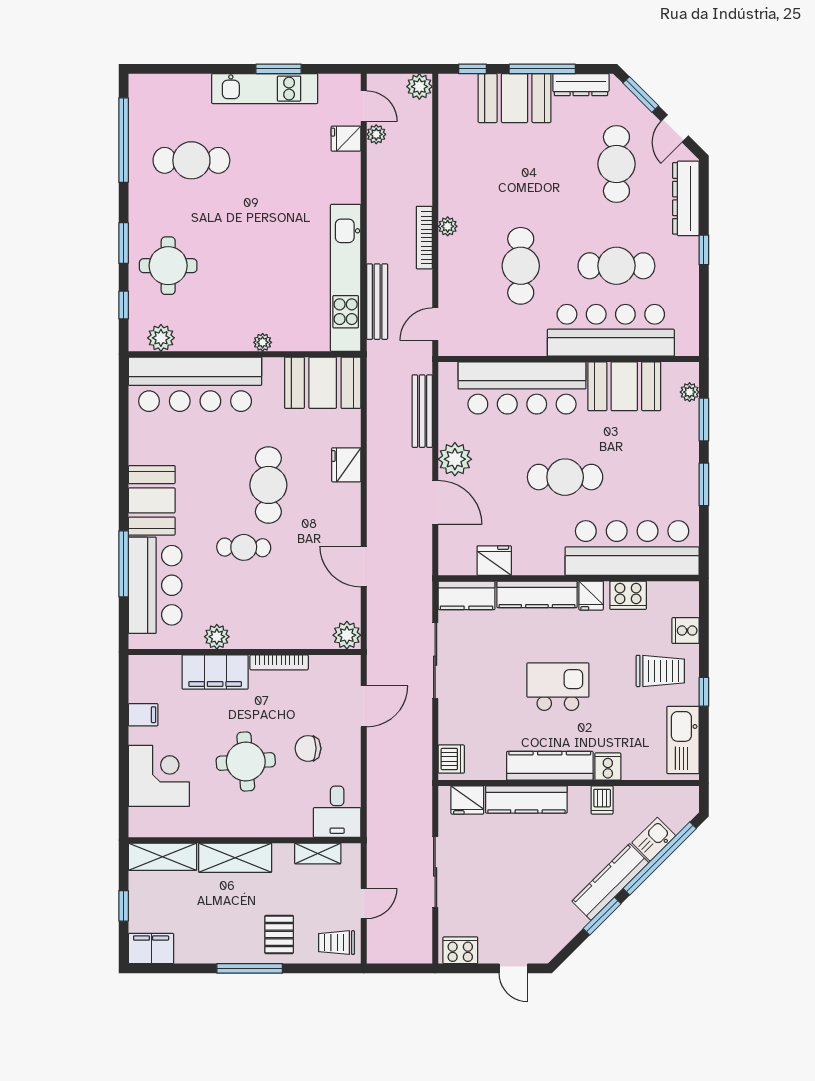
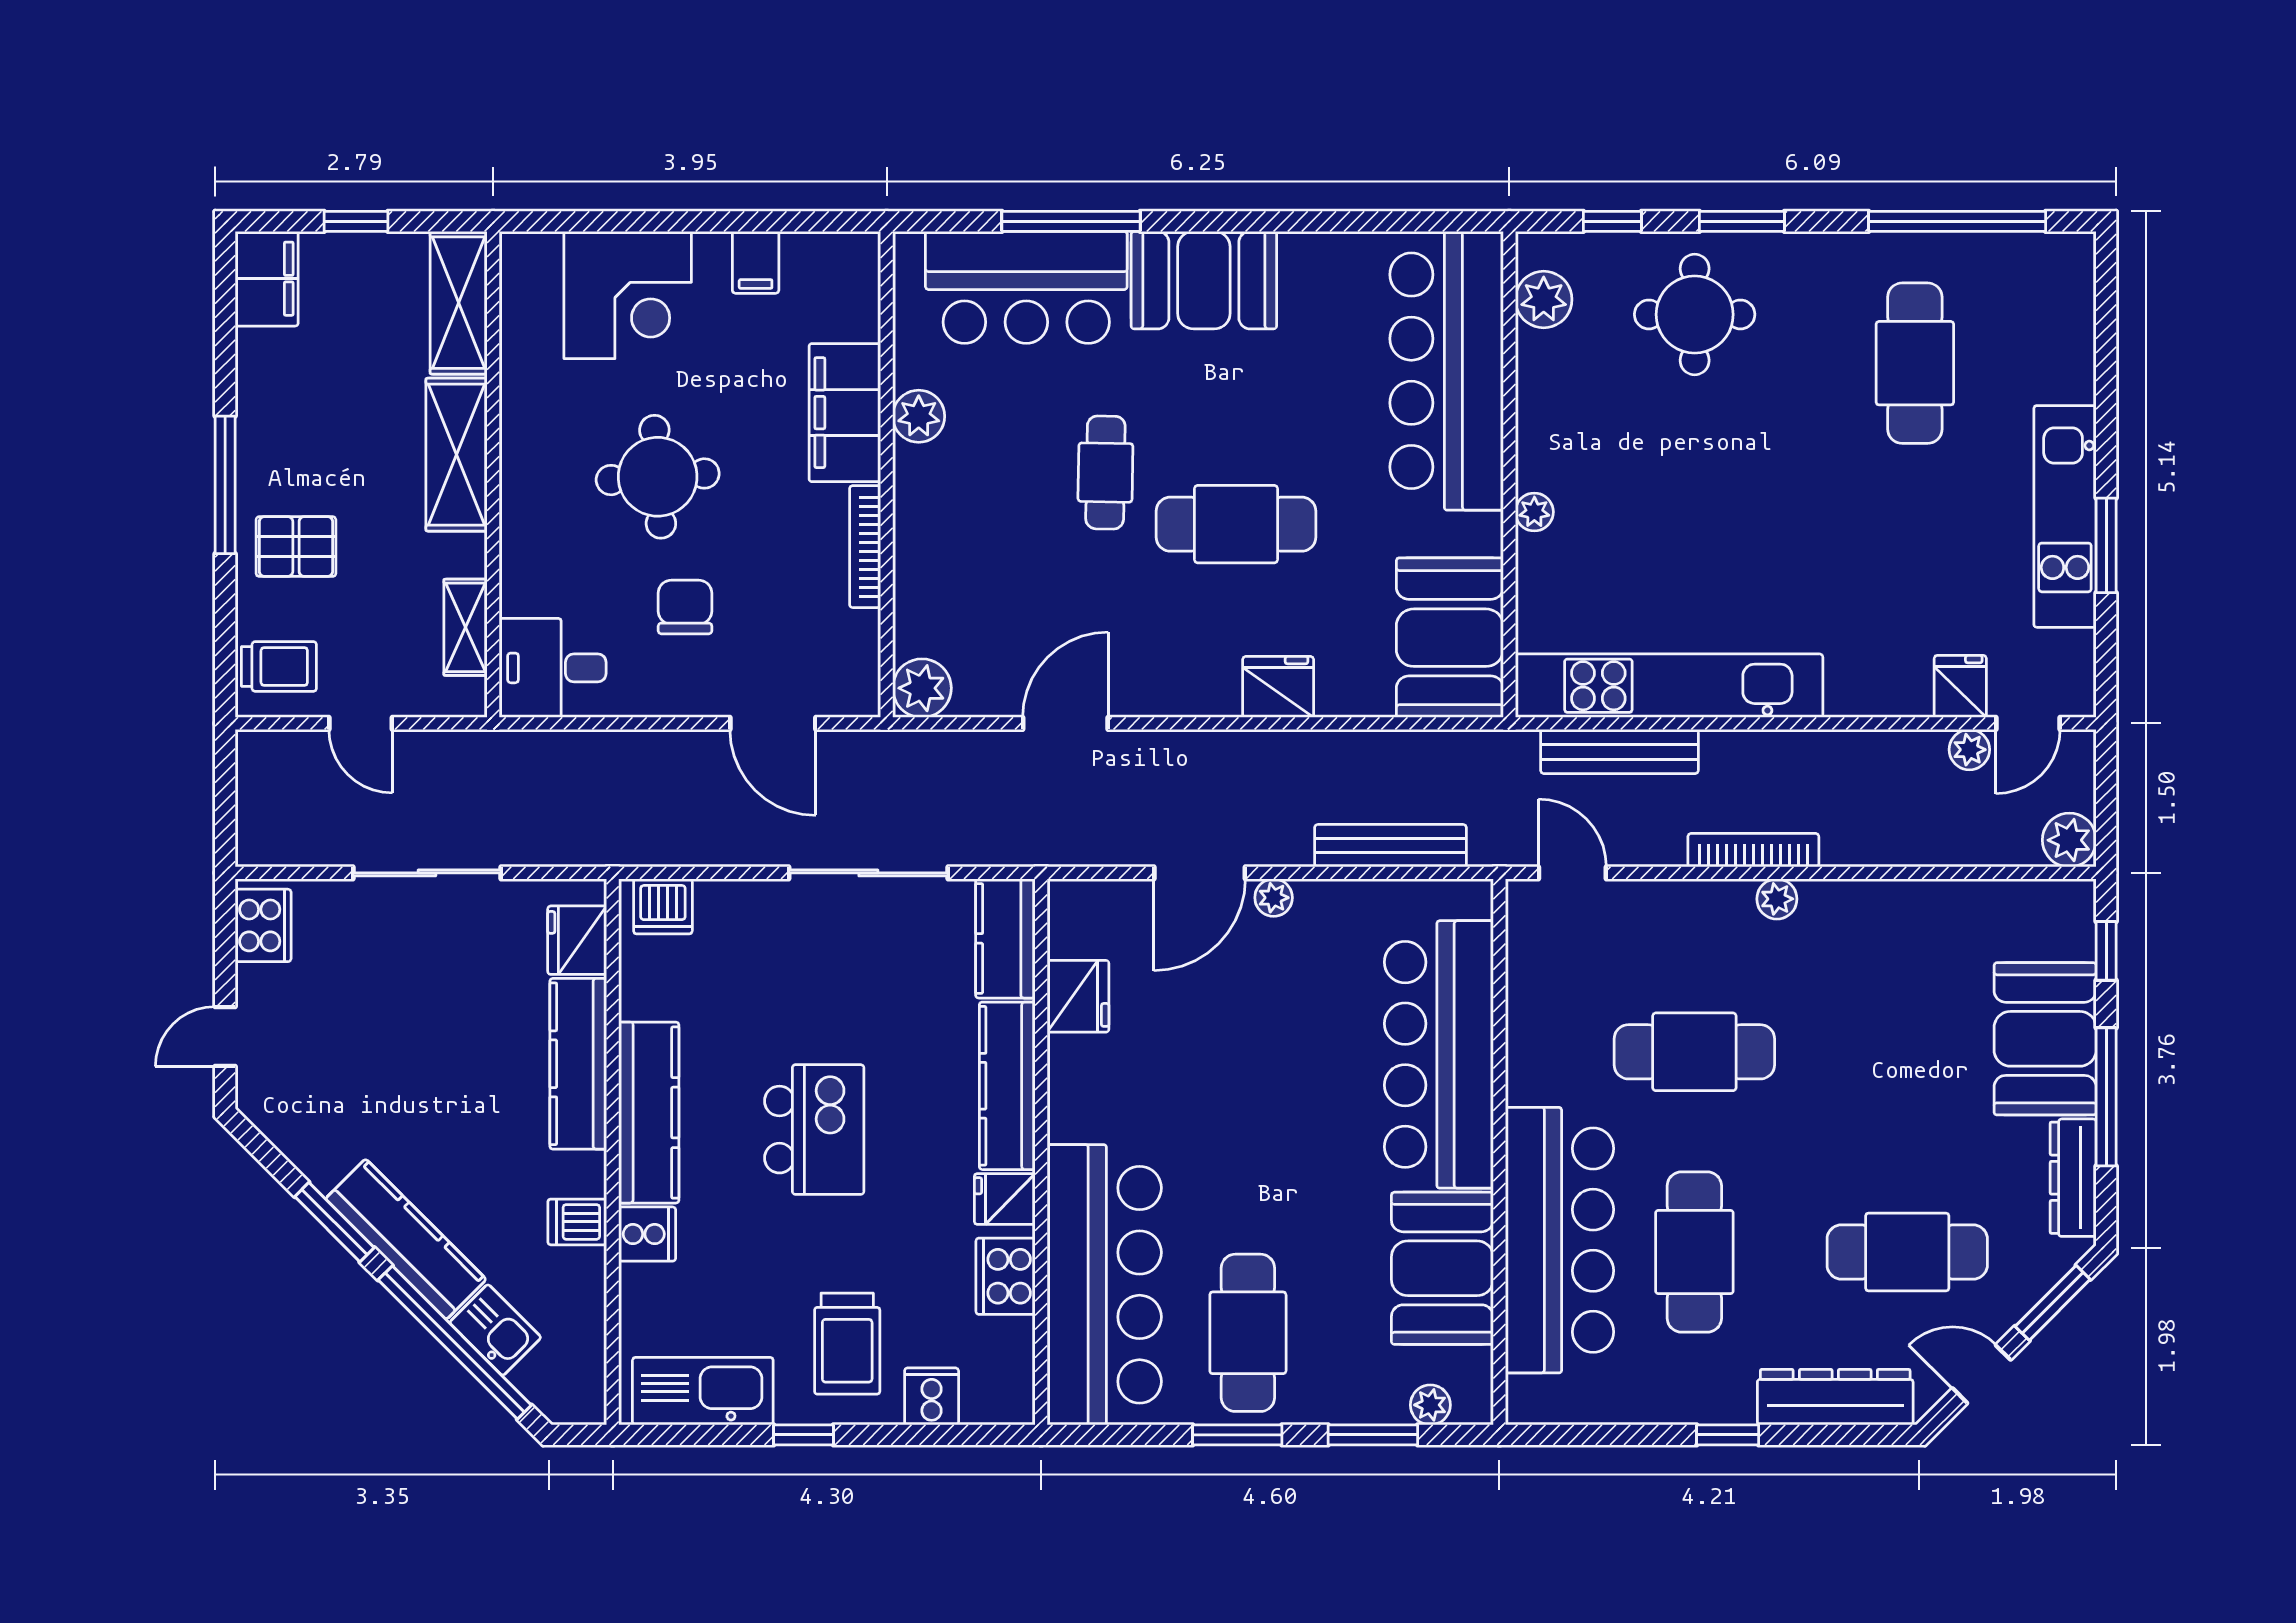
plant: (455, 459) -> (1274, 898), width x0.53, depth x0.53
cafe table: (565, 477) -> (1248, 1333), moved
trolley: (336, 943) -> (279, 666), turned 90

